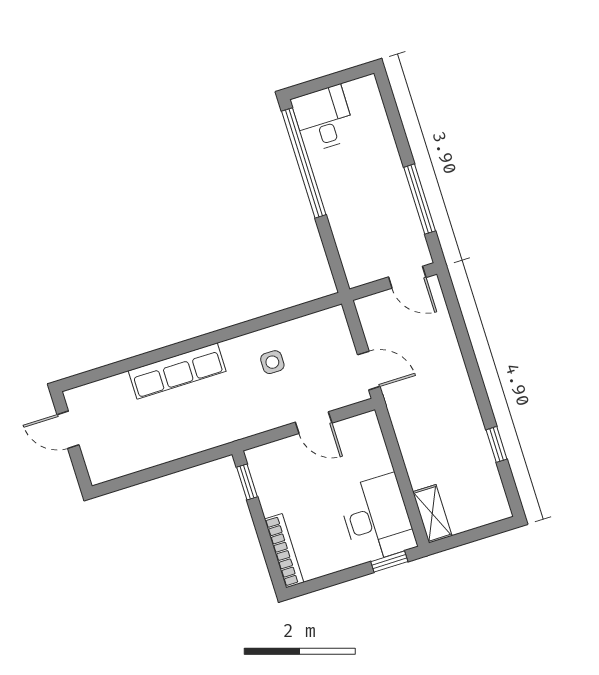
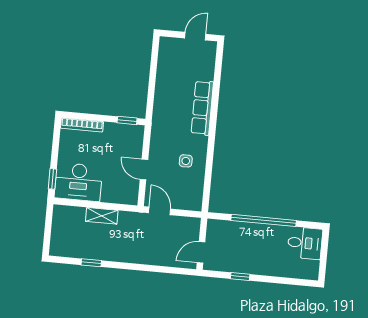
window: (304, 163) -> (264, 220), moved
window: (420, 199) -> (240, 277), width x0.46
door: (369, 371) -> (160, 211), swing flipped
door: (314, 423) -> (144, 170), hinge flipped
shelving: (432, 514) -> (102, 216), moved

